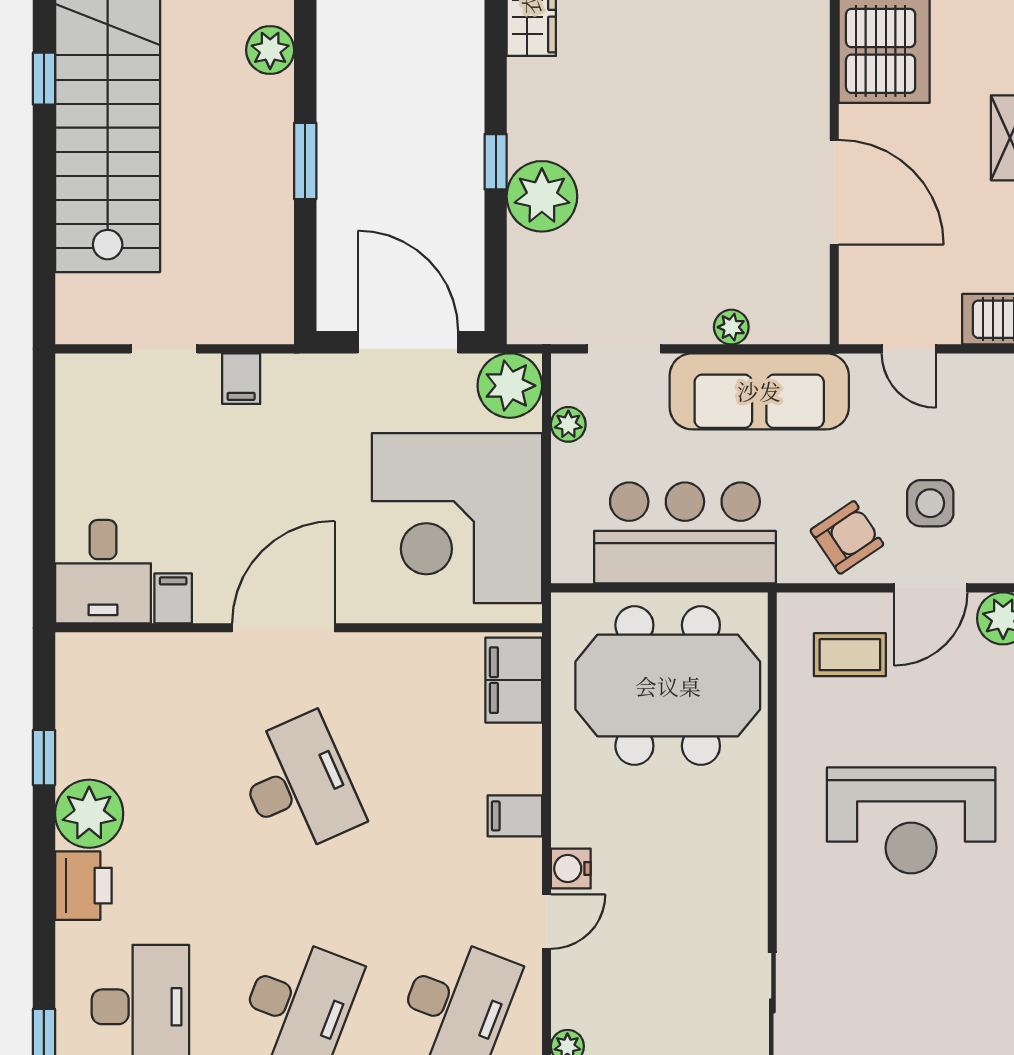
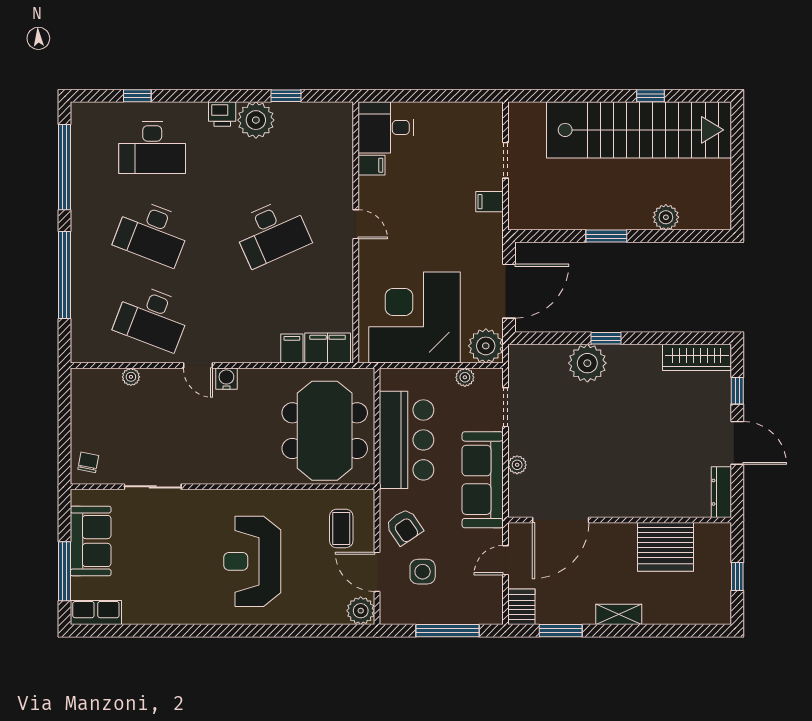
door: (834, 192) -> (561, 520), moved
door: (283, 628) -> (356, 224), width x0.53
filing cabinet: (515, 816) -> (292, 349), moved
printer: (83, 886) -> (222, 114), width x0.73, depth x0.81

